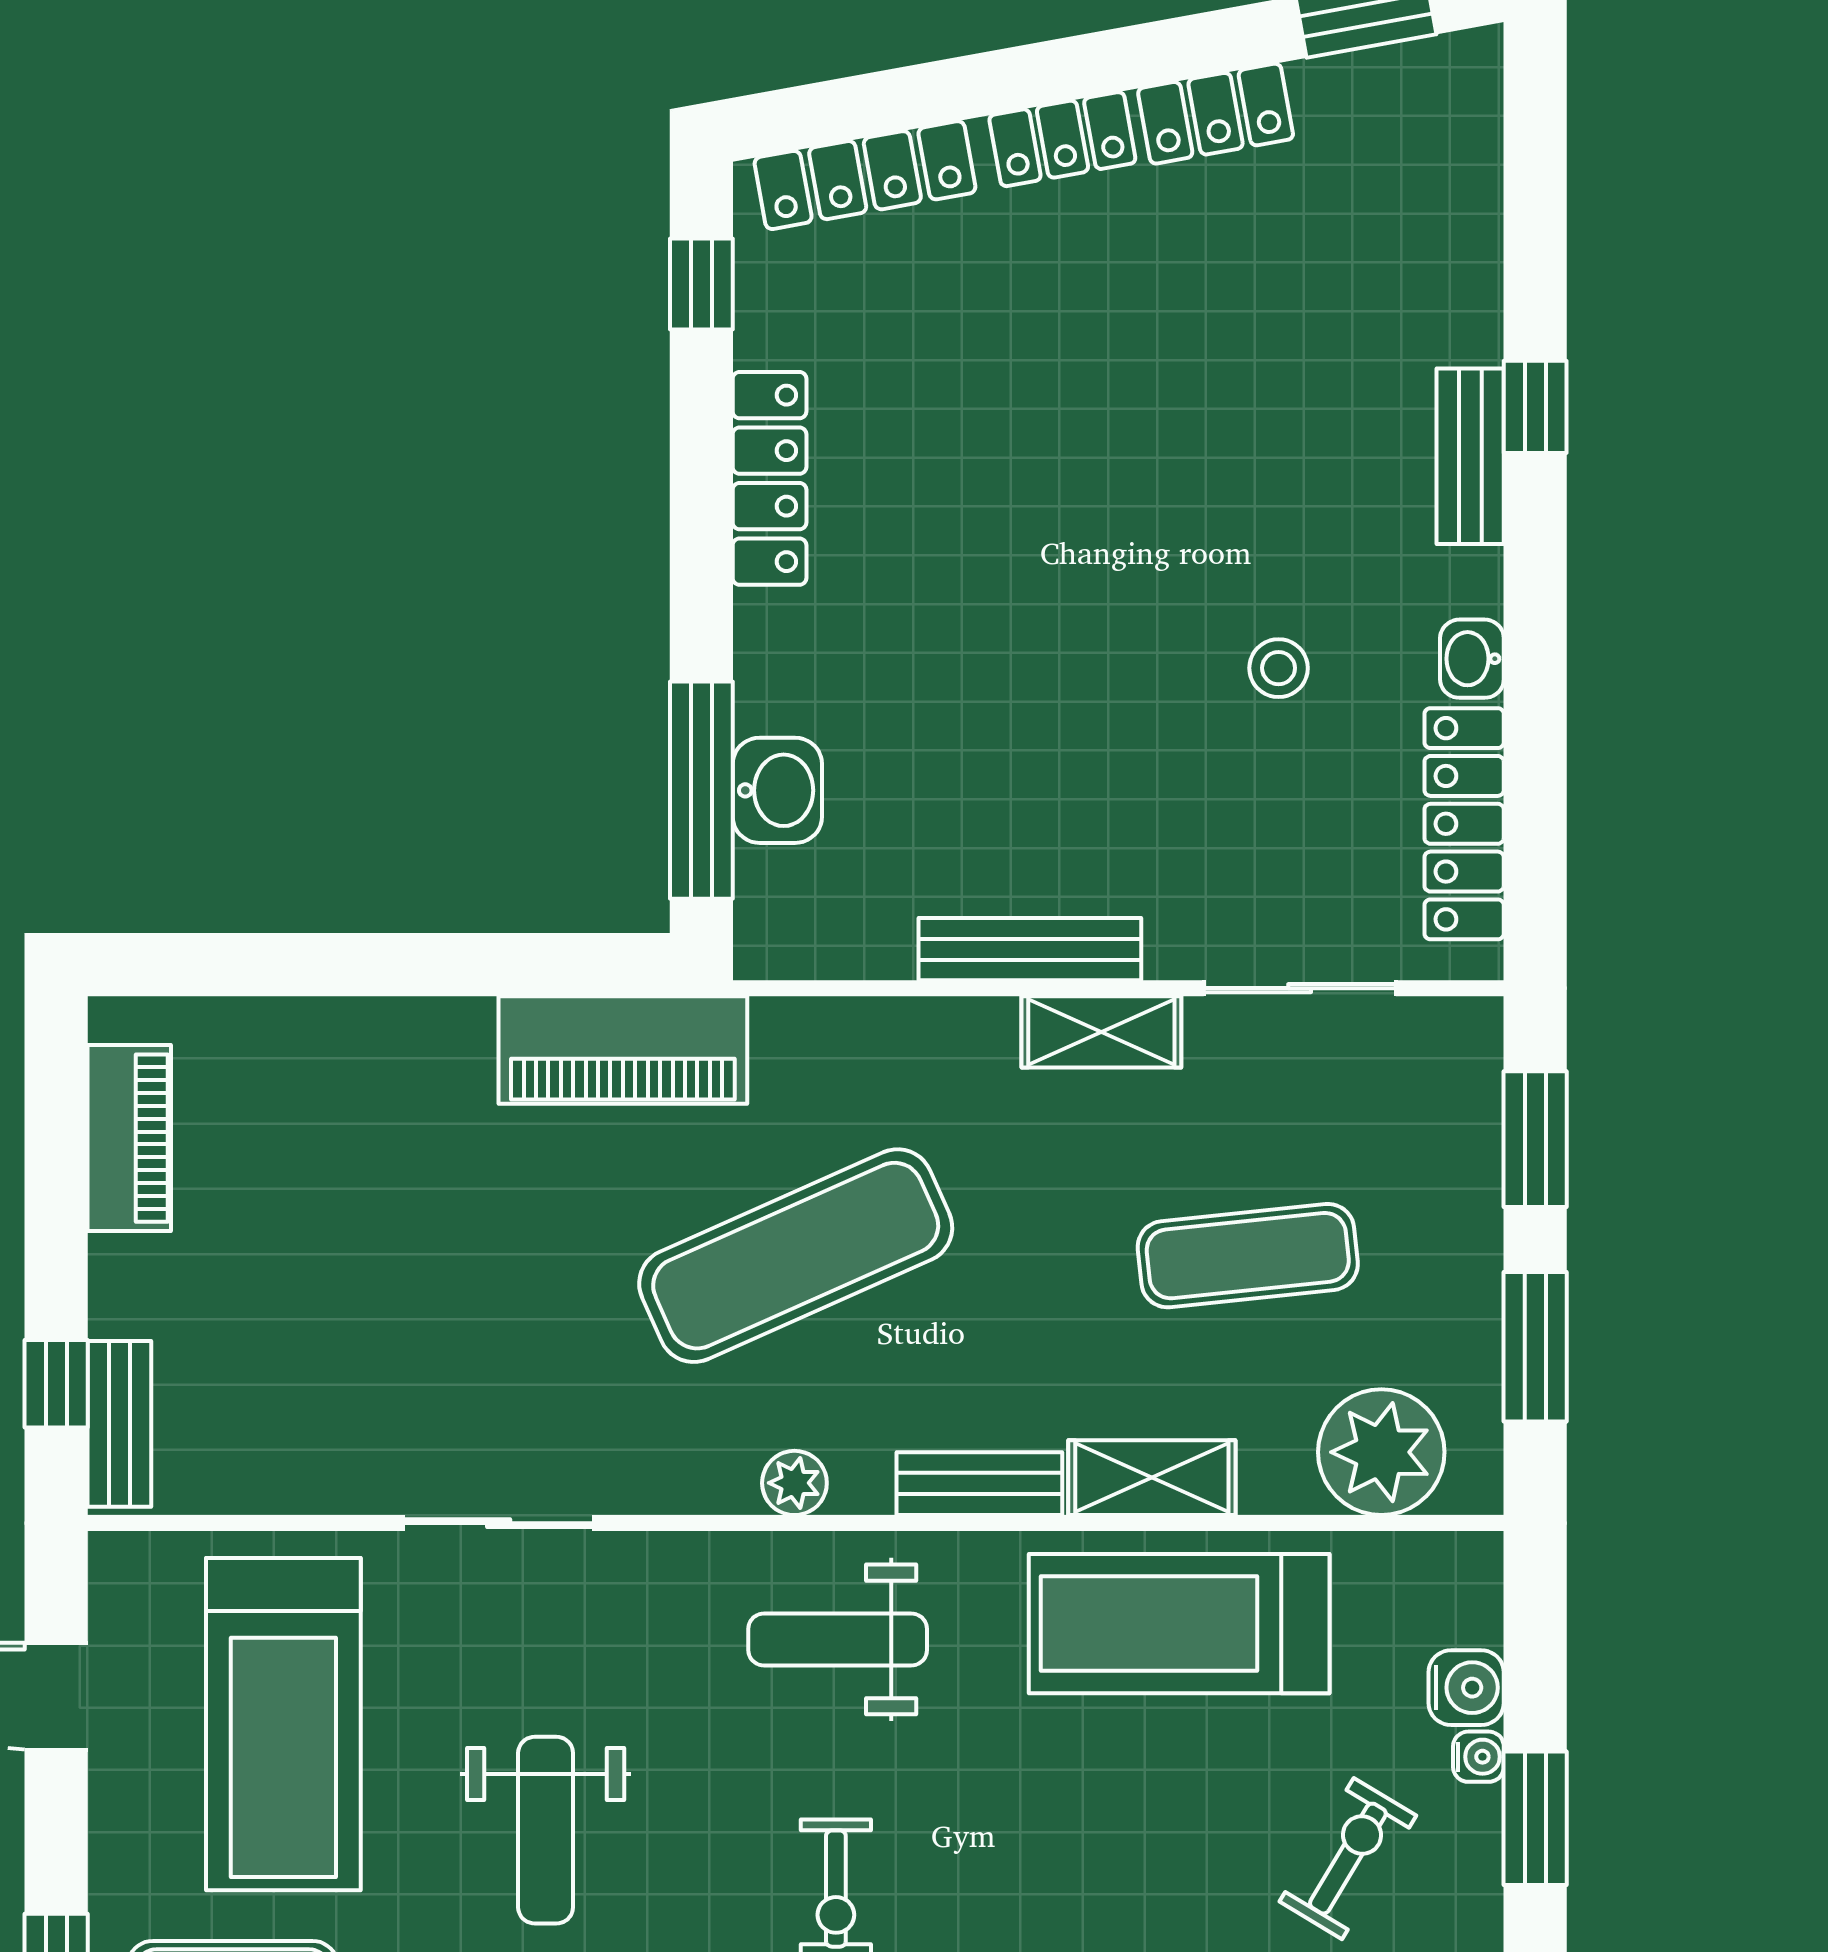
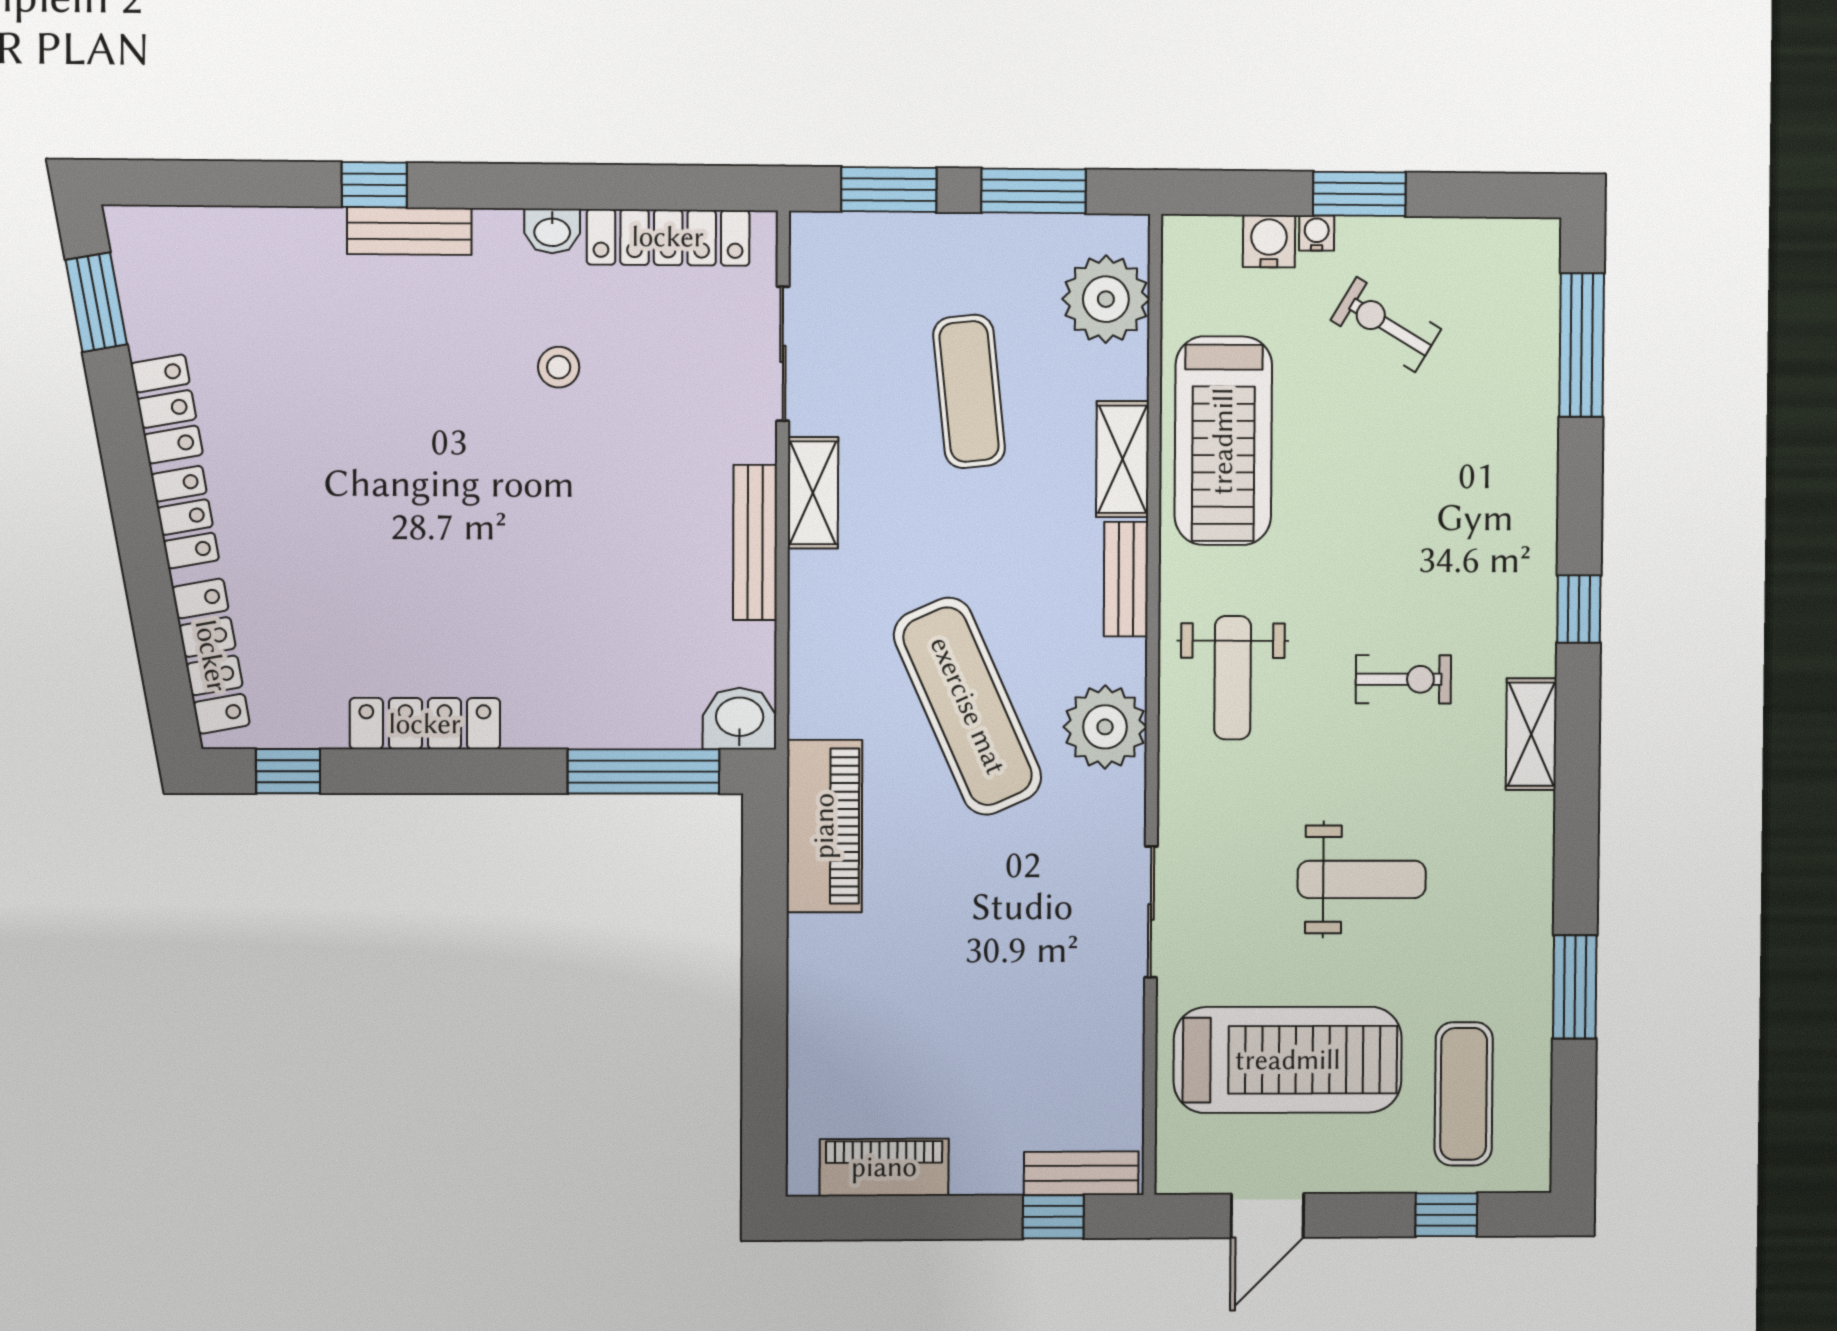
washbasin: (777, 790) -> (740, 719), moved
plant: (794, 1483) -> (1105, 727), width x1.88, depth x1.88

